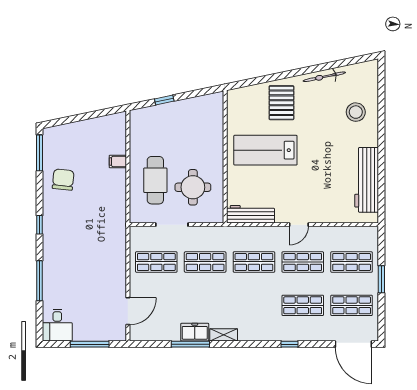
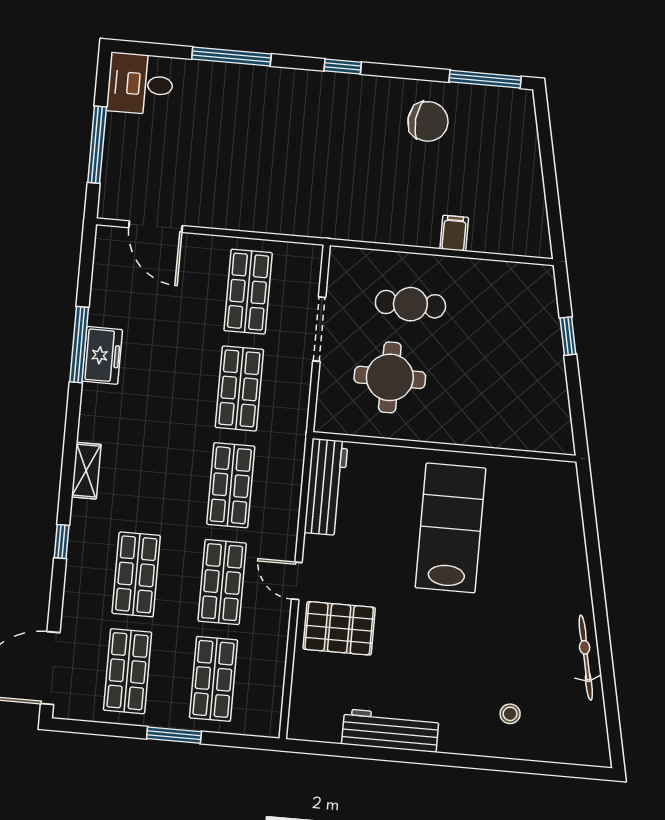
pallet: (281, 103) -> (339, 628), moved
stool: (356, 112) -> (510, 714), width x0.53, depth x0.53
cafe table: (155, 180) -> (410, 304), width x0.73, depth x0.74
workbench: (367, 180) -> (390, 731), width x0.73, depth x0.76
shelving: (224, 335) -> (86, 471), moved

